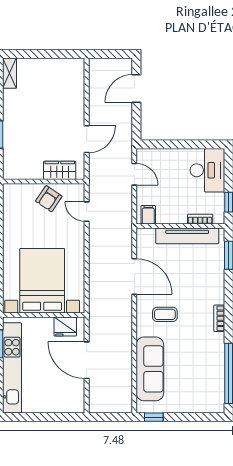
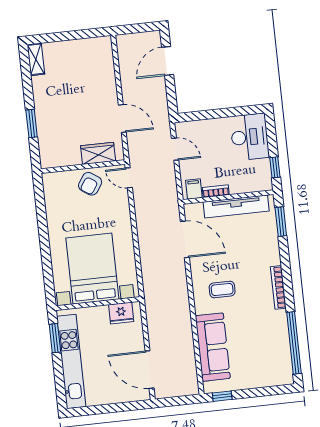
door: (87, 139) -> (122, 118), hinge flipped
door: (87, 212) -> (129, 178), moved
bookcase: (200, 219) -> (216, 191), moved
door: (134, 276) -> (185, 239), moved
bookcase: (219, 318) -> (278, 287), width x1.56
door: (87, 360) -> (150, 370), moved

